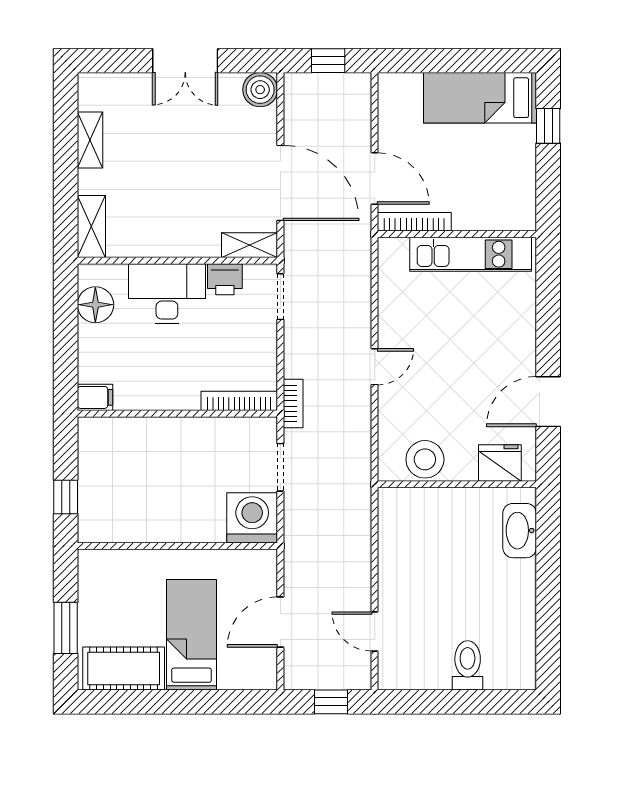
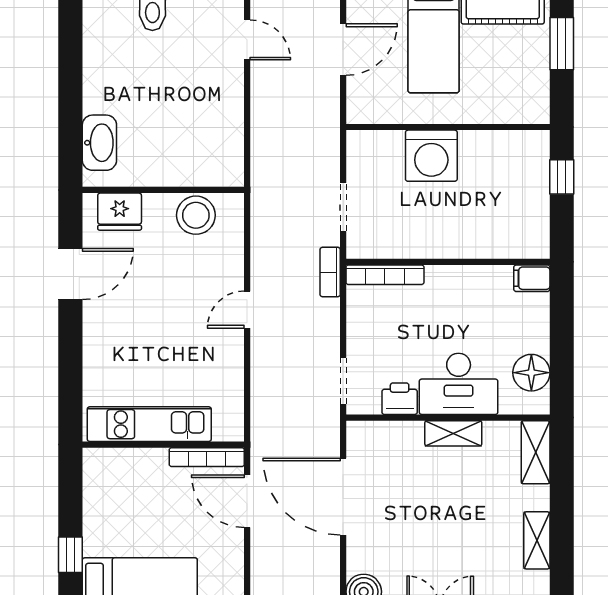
shelving: (250, 245) -> (453, 433), moved
washing machine: (252, 518) -> (431, 156), moved

